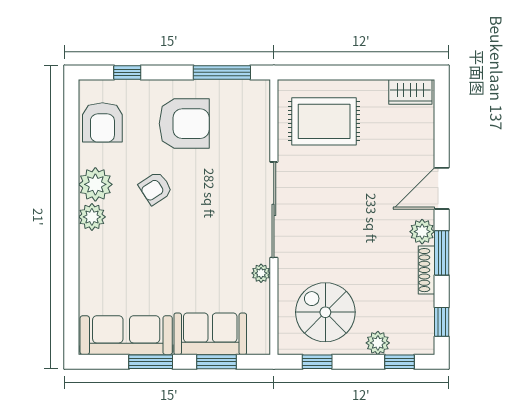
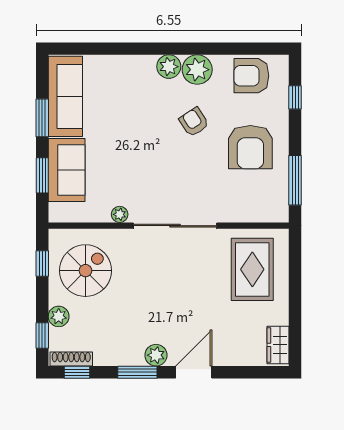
door: (442, 188) -> (194, 372), hinge flipped
shoe rack: (426, 270) -> (71, 359), moved

